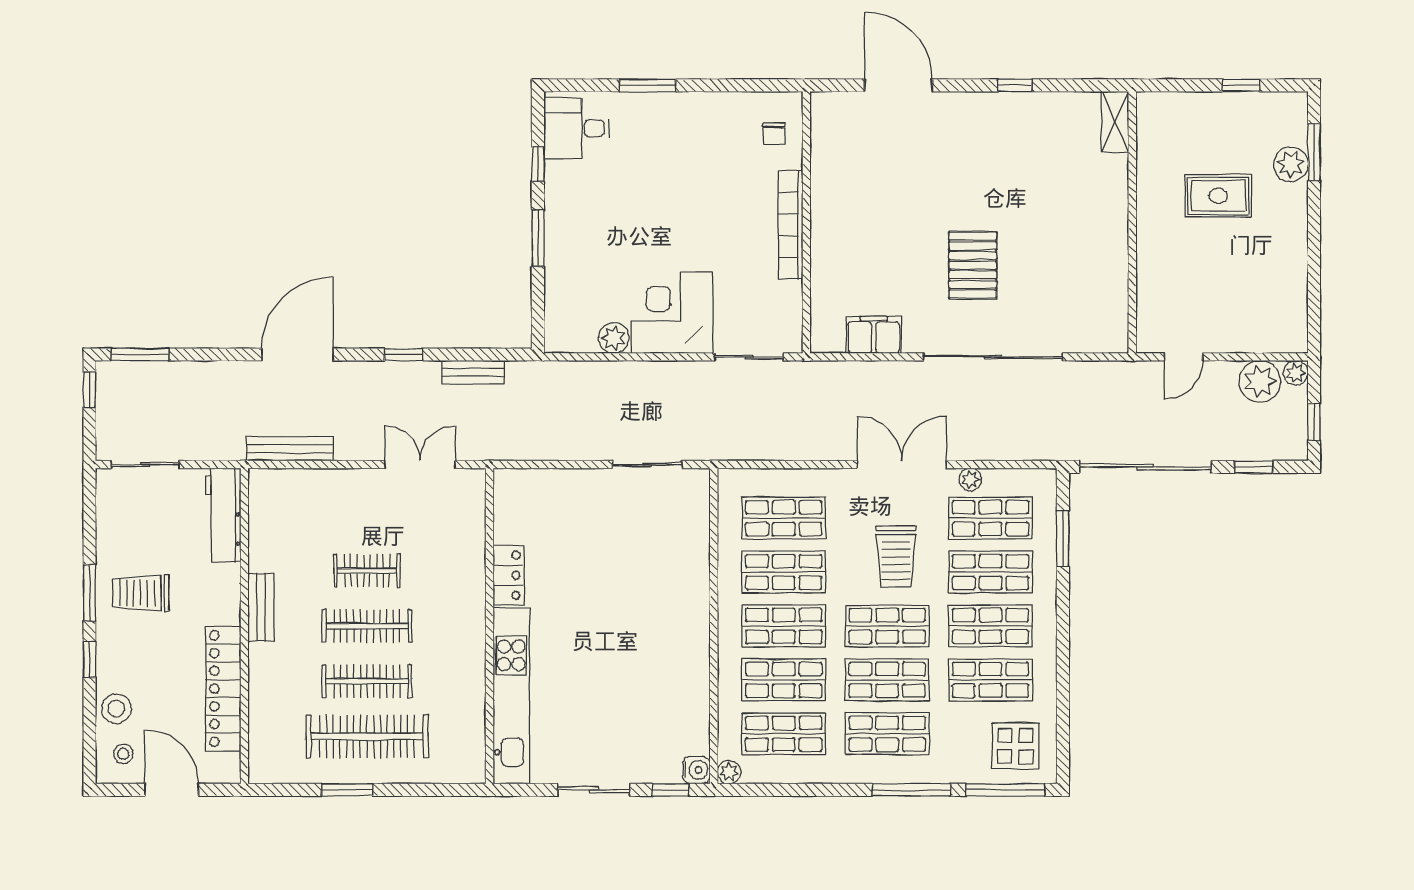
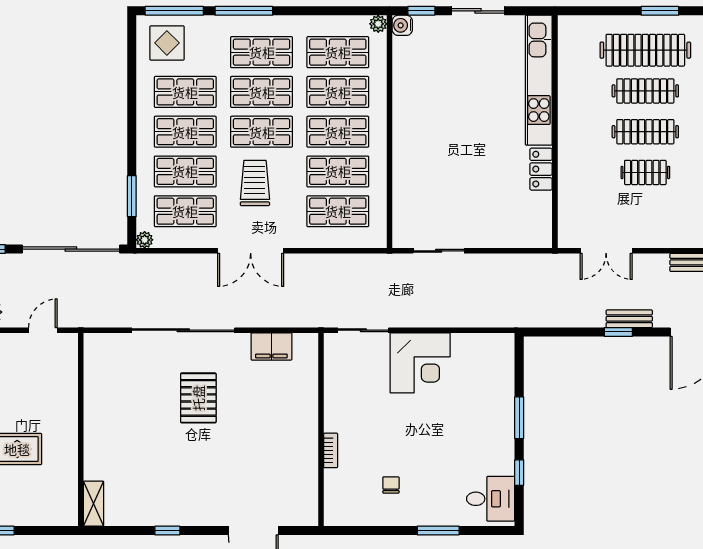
chair: (774, 134) -> (391, 485), moved
bookcase: (791, 225) -> (331, 450), width x0.43, depth x0.76
plant: (614, 338) -> (463, 344), removed
bench: (473, 372) -> (629, 319), moved
plant: (970, 479) -> (145, 240), moved

